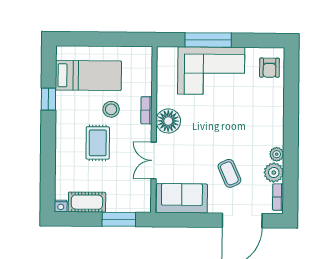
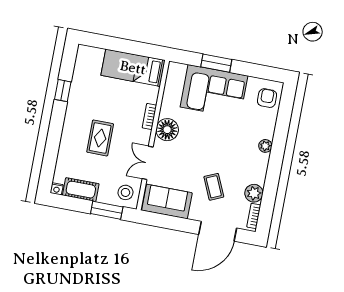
window: (208, 40) -> (216, 63), width x0.69
armchair: (269, 68) -> (267, 98), turned 180
bed: (88, 76) -> (133, 68), moved, turned 180
stool: (111, 109) -> (125, 192), moved
plant: (277, 154) -> (265, 146), moved

